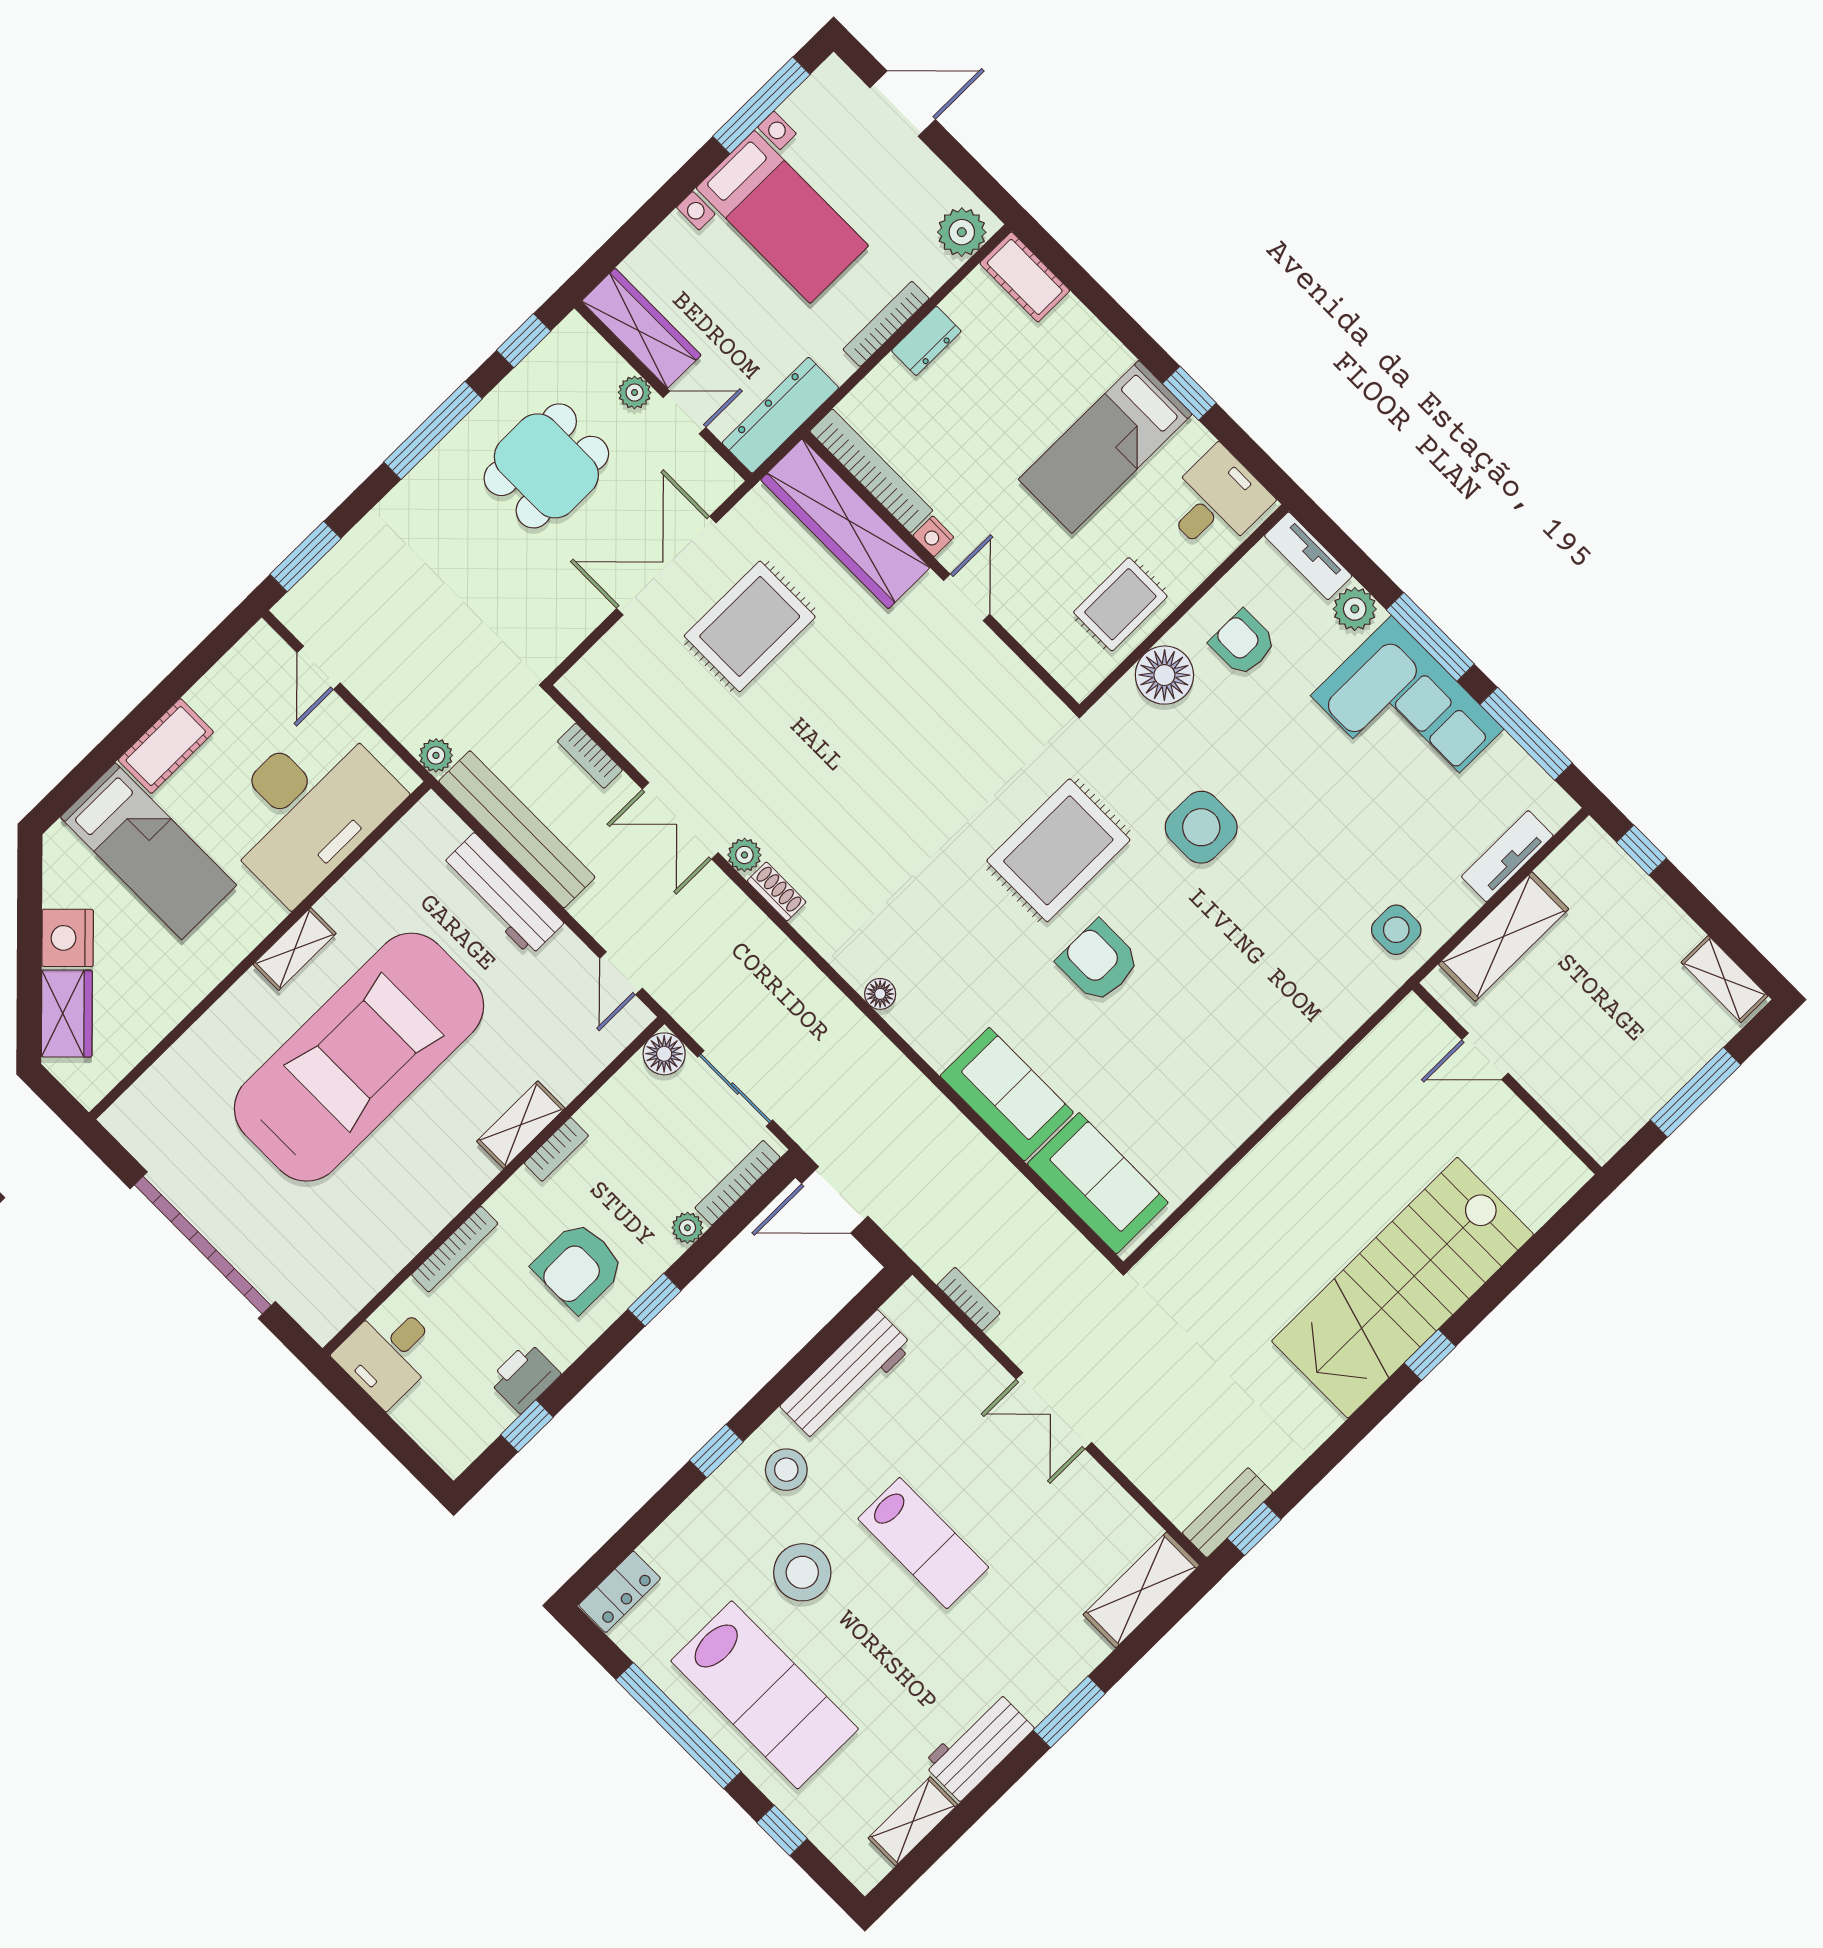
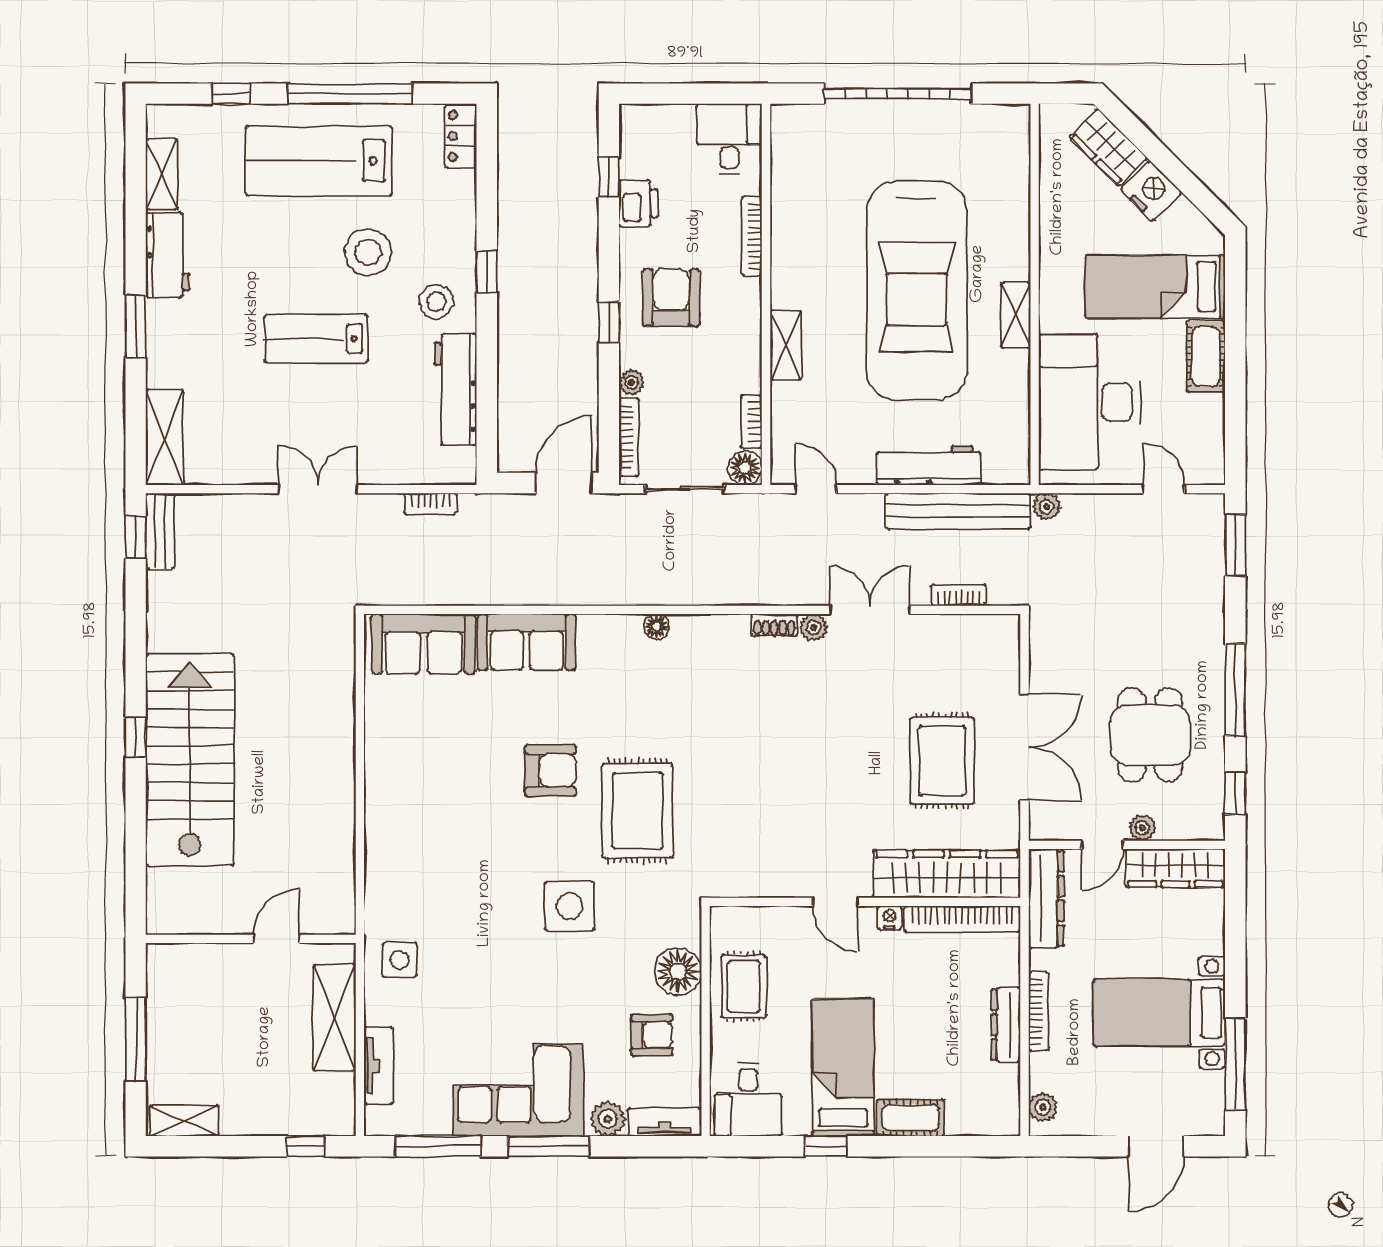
plant: (962, 232) -> (1043, 1107), width x0.73, depth x0.73
cot: (1025, 277) -> (910, 1118), moved
dresser: (926, 341) -> (1006, 1025), width x1.44
bookcase: (556, 1149) -> (751, 422), moved

